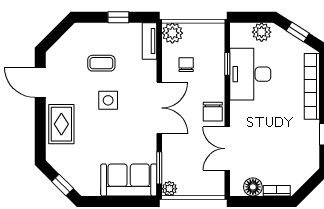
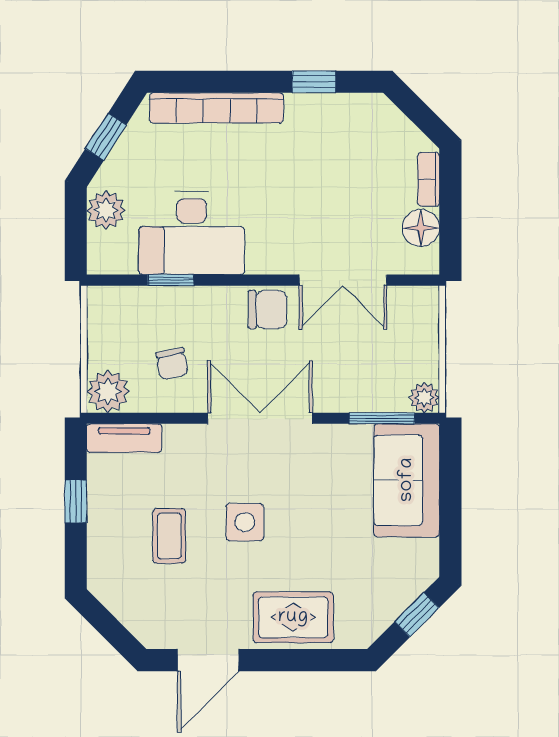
chair: (186, 65) -> (172, 364), turned -101

